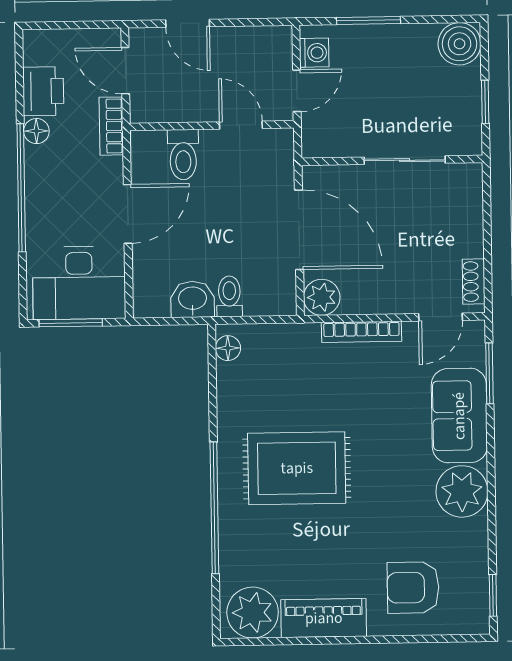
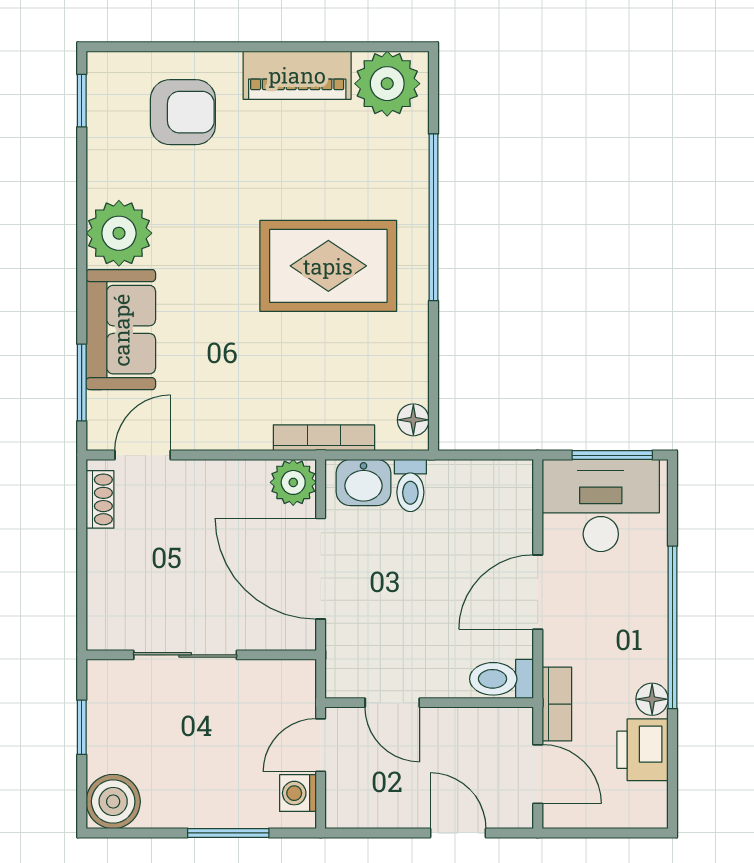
toilet: (183, 155) -> (501, 679), moved, turned -90
washbasin: (193, 299) -> (364, 483), moved
bookcase: (361, 332) -> (324, 438), moved

